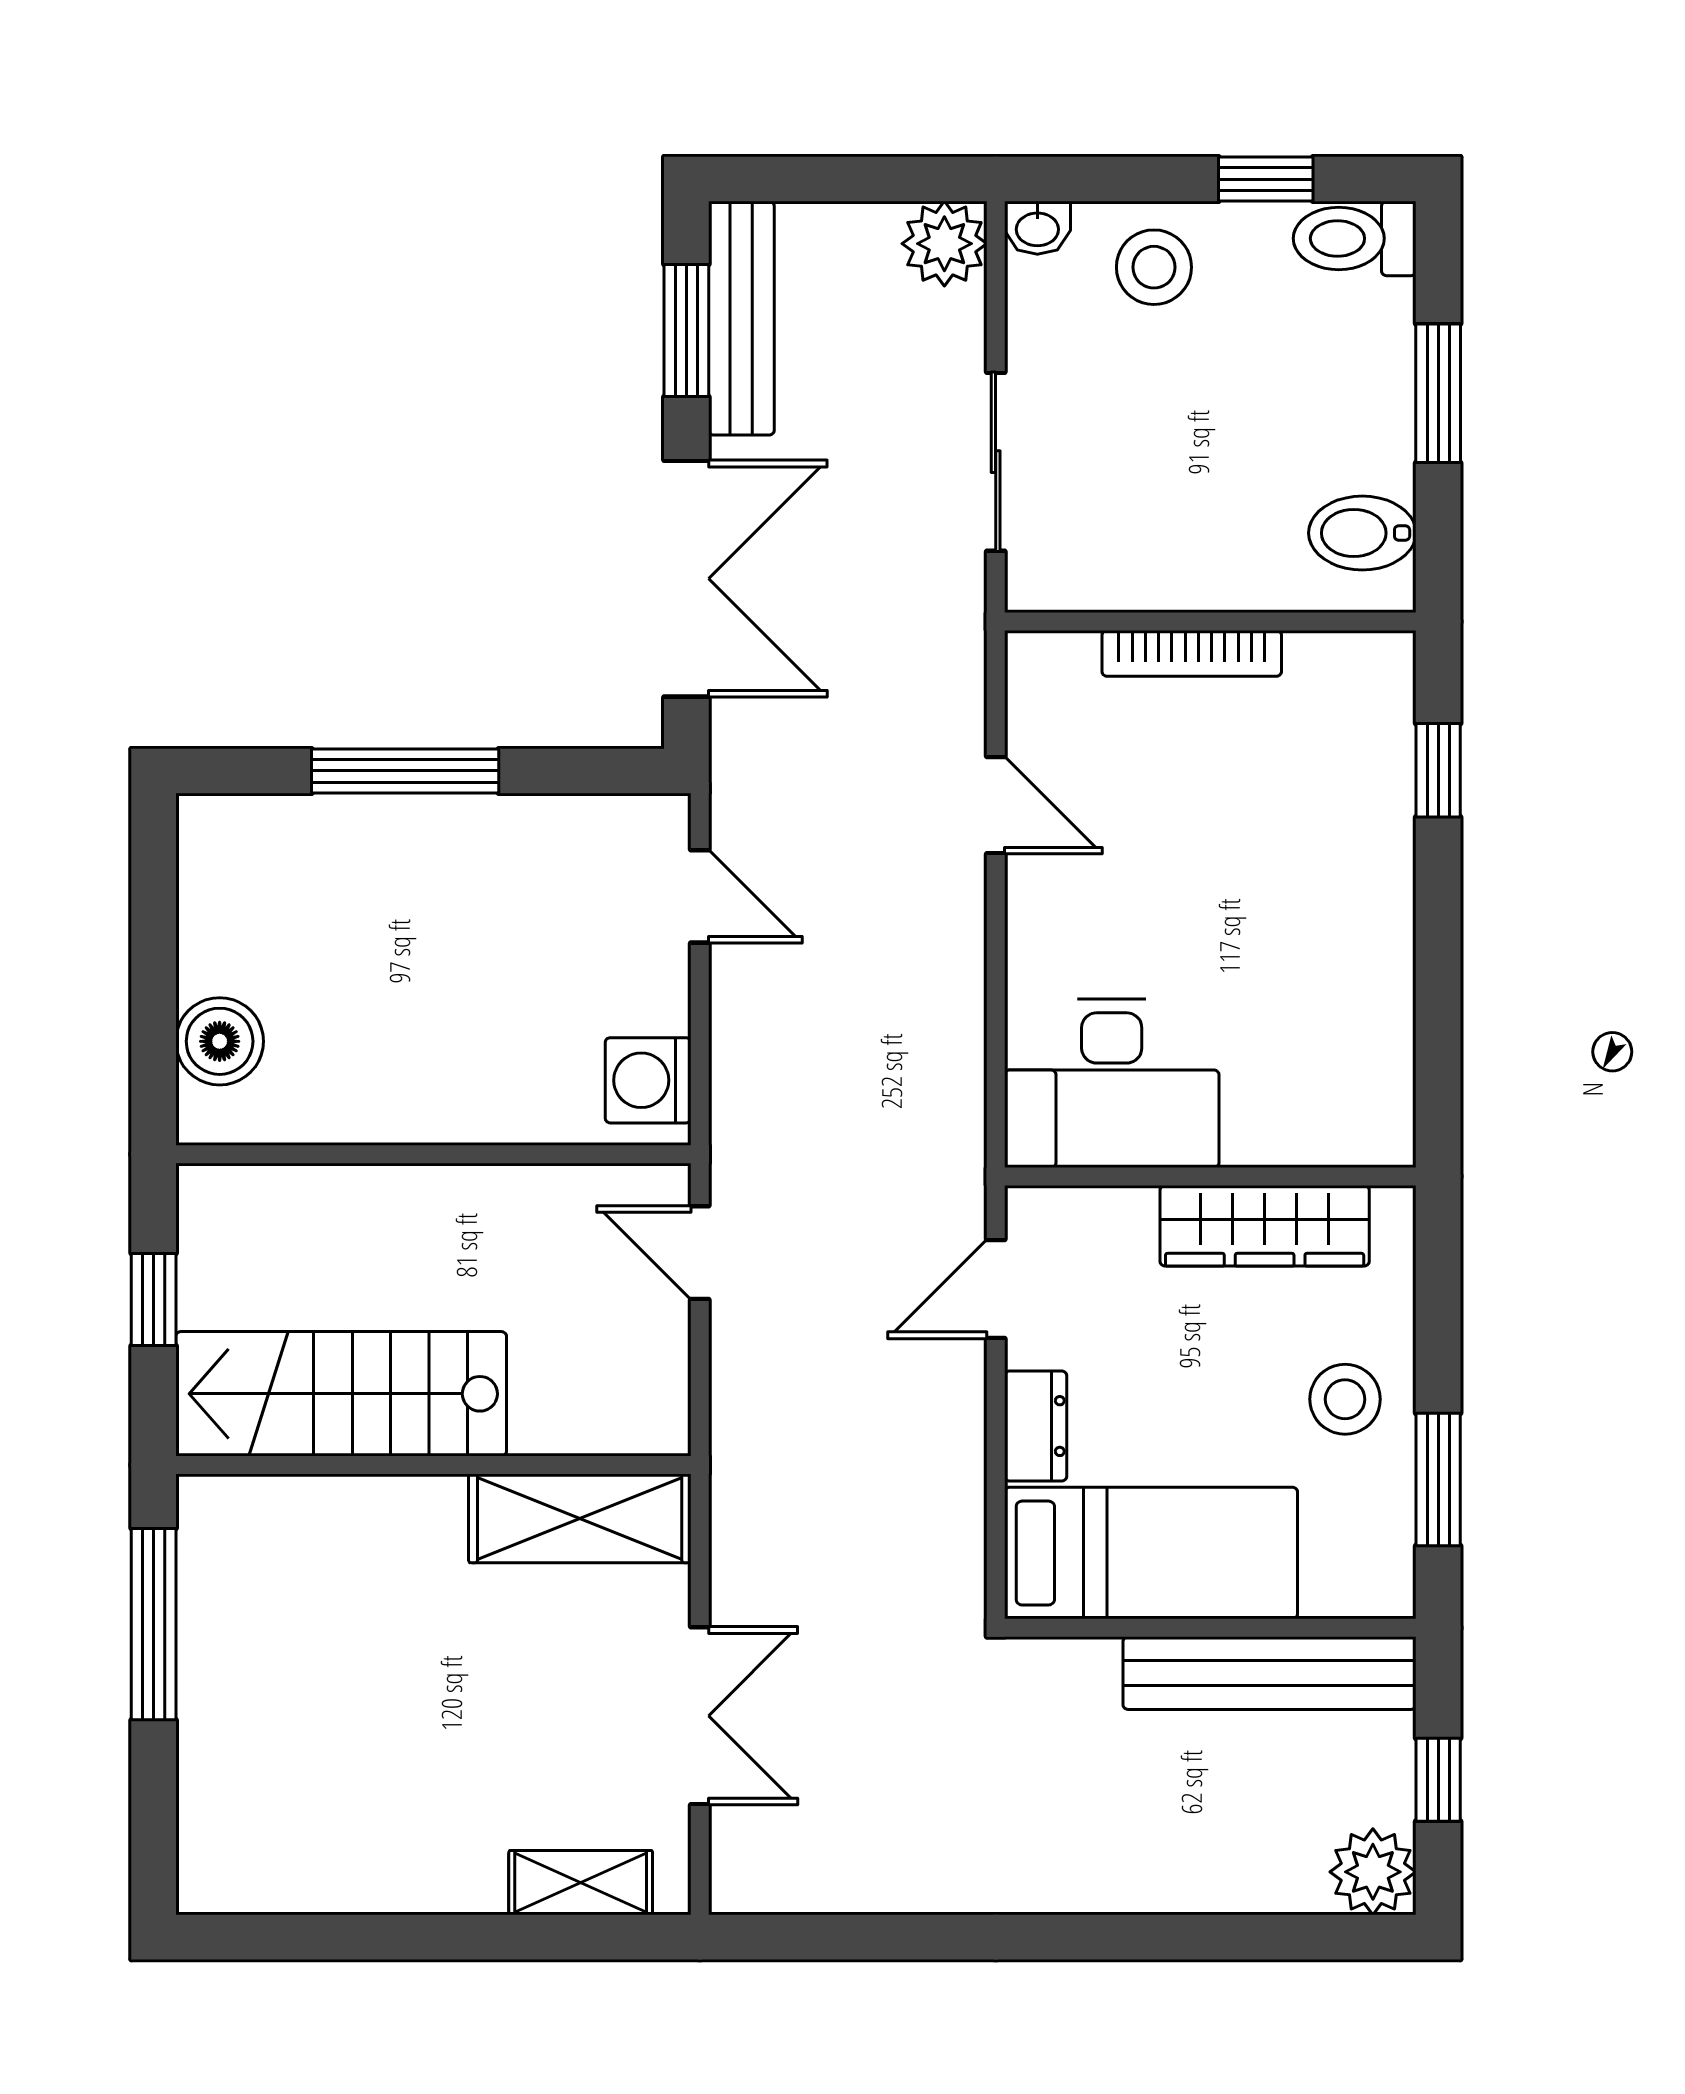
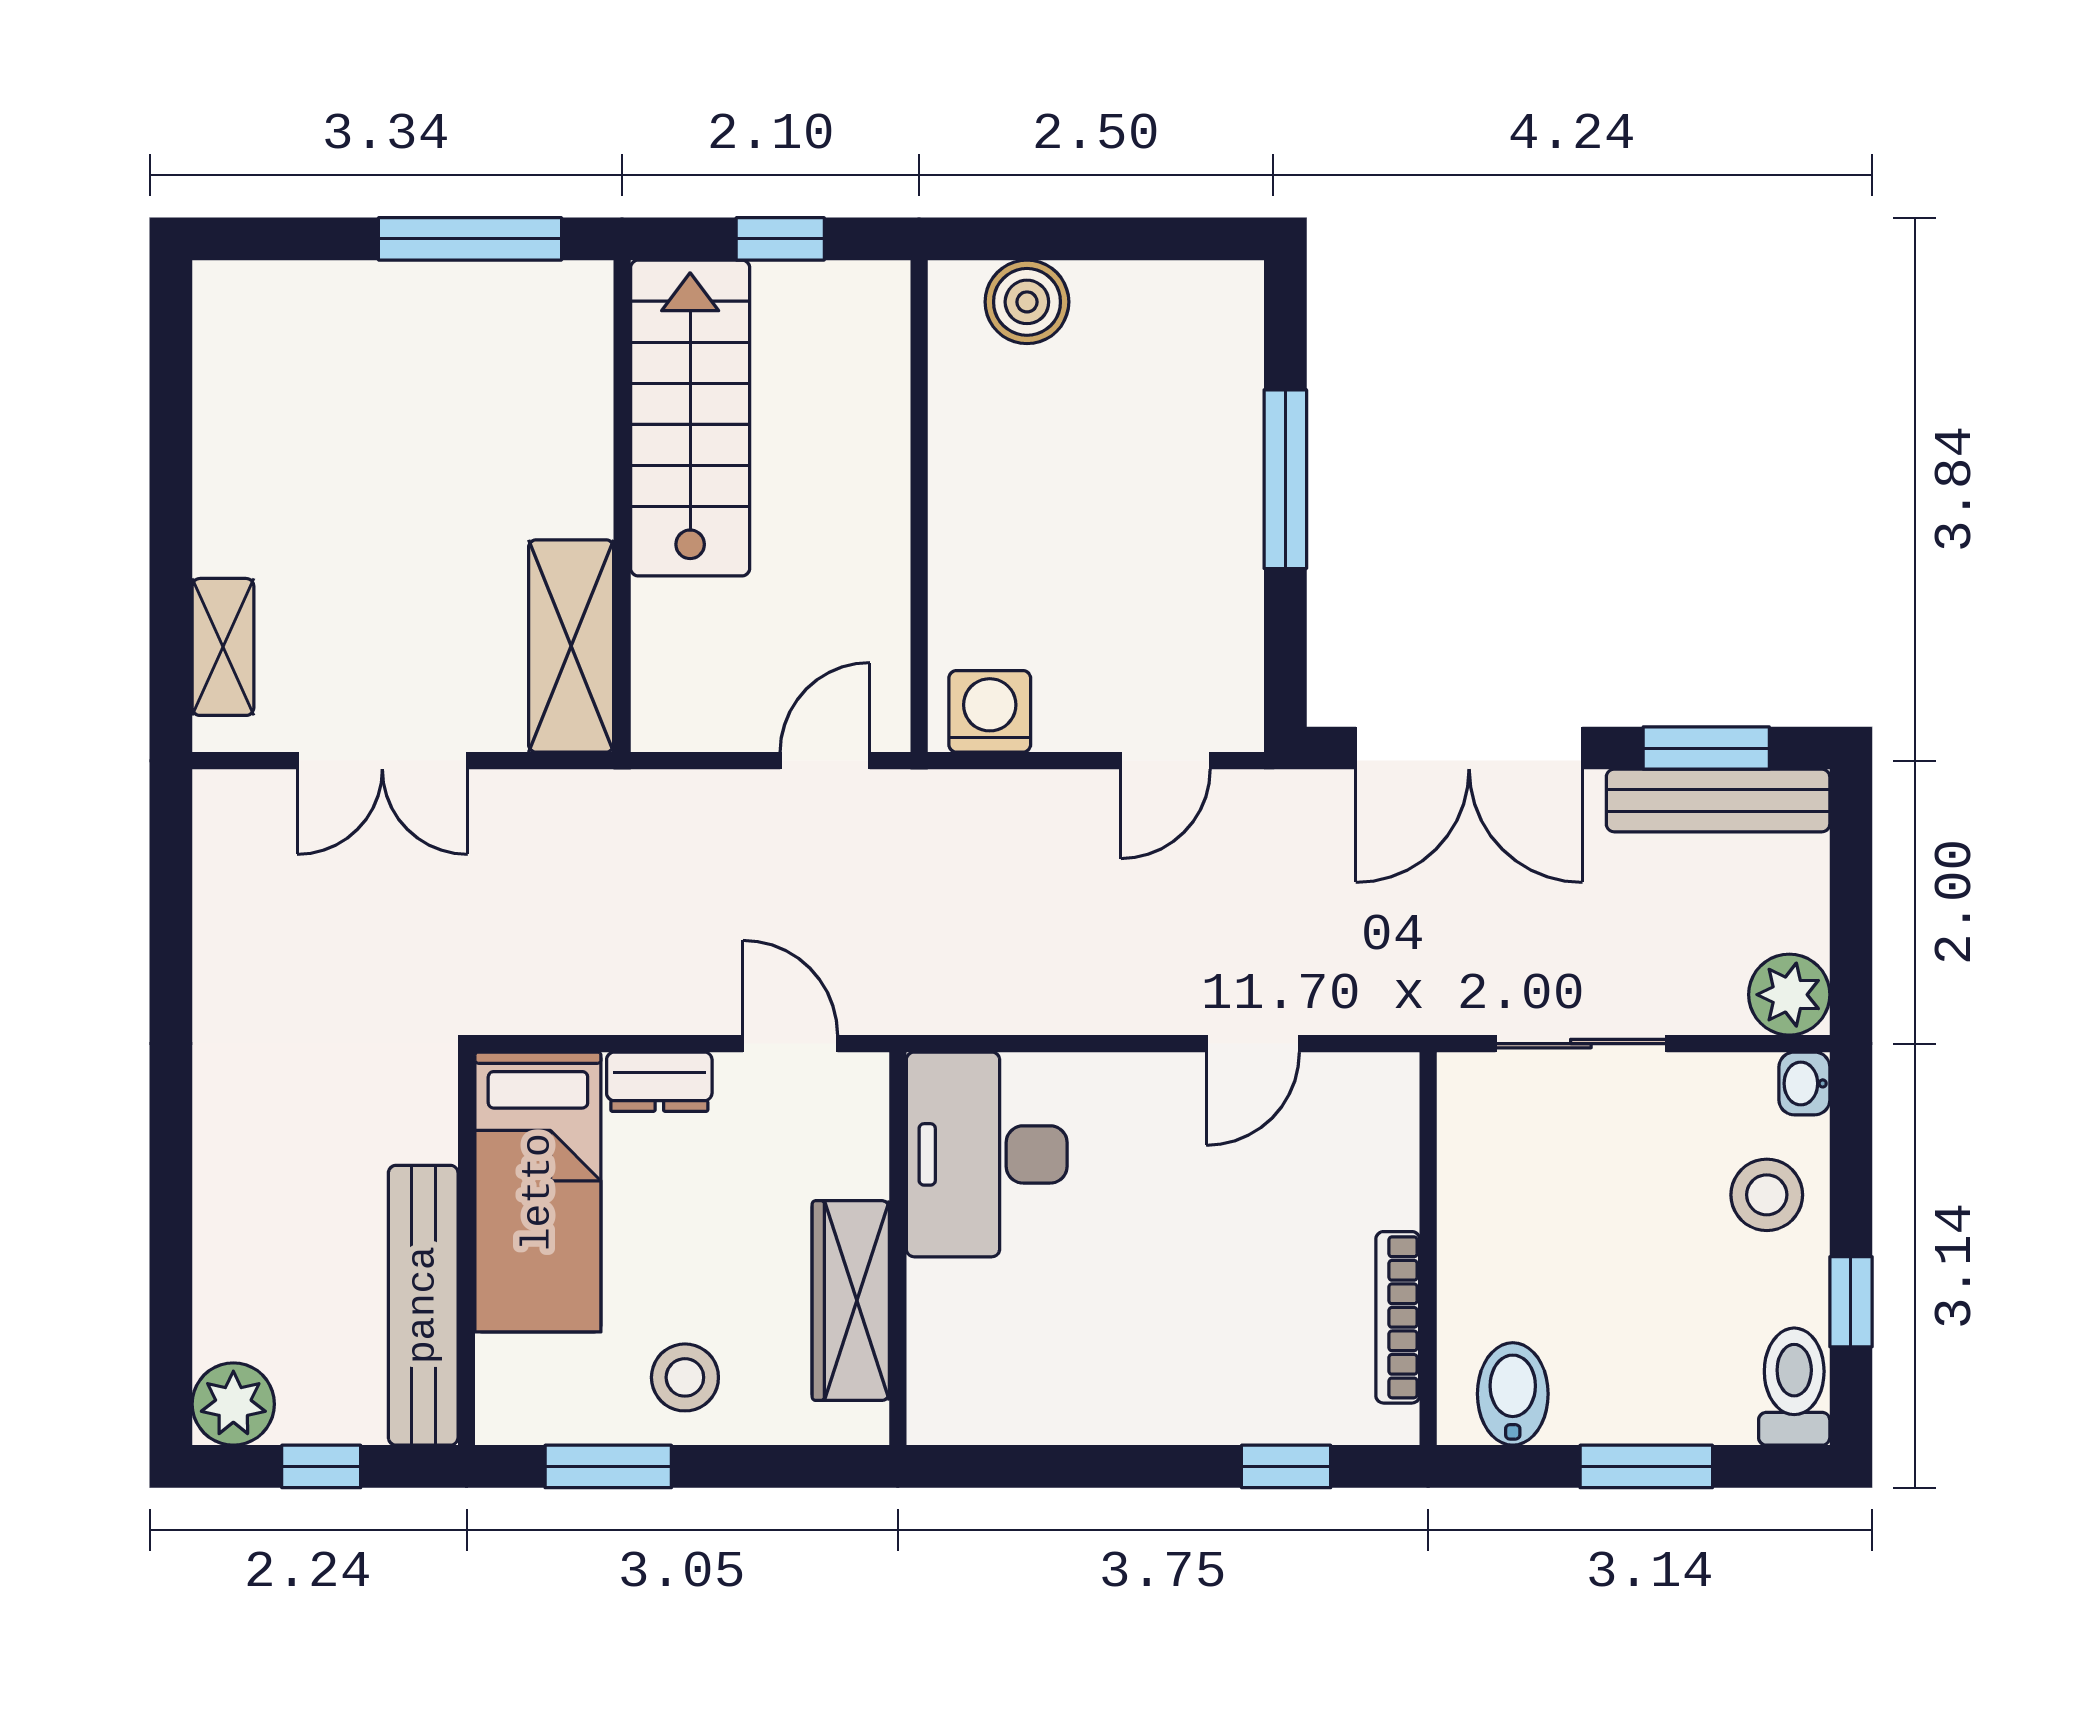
bookcase: (1192, 653) -> (1398, 1317), moved

